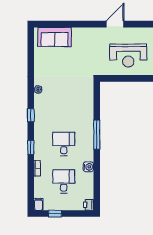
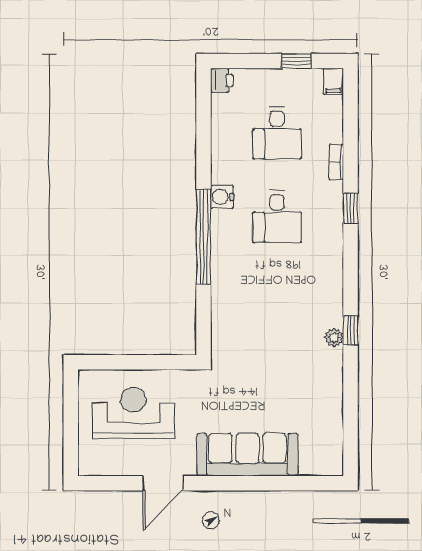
sofa: (55, 37) -> (247, 455), moved, width x1.36
window: (31, 115) -> (351, 330), moved
window: (97, 135) -> (204, 237), width x1.46
water cooler: (88, 167) -> (222, 197), moved

